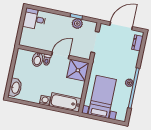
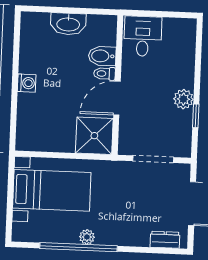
desk: (35, 19) -> (143, 36), moved
plant: (77, 24) -> (183, 99), moved
door: (60, 55) -> (117, 98), swing flipped
washbasin: (15, 88) -> (68, 24), moved
bathtub: (65, 102) -> (30, 122), removed

